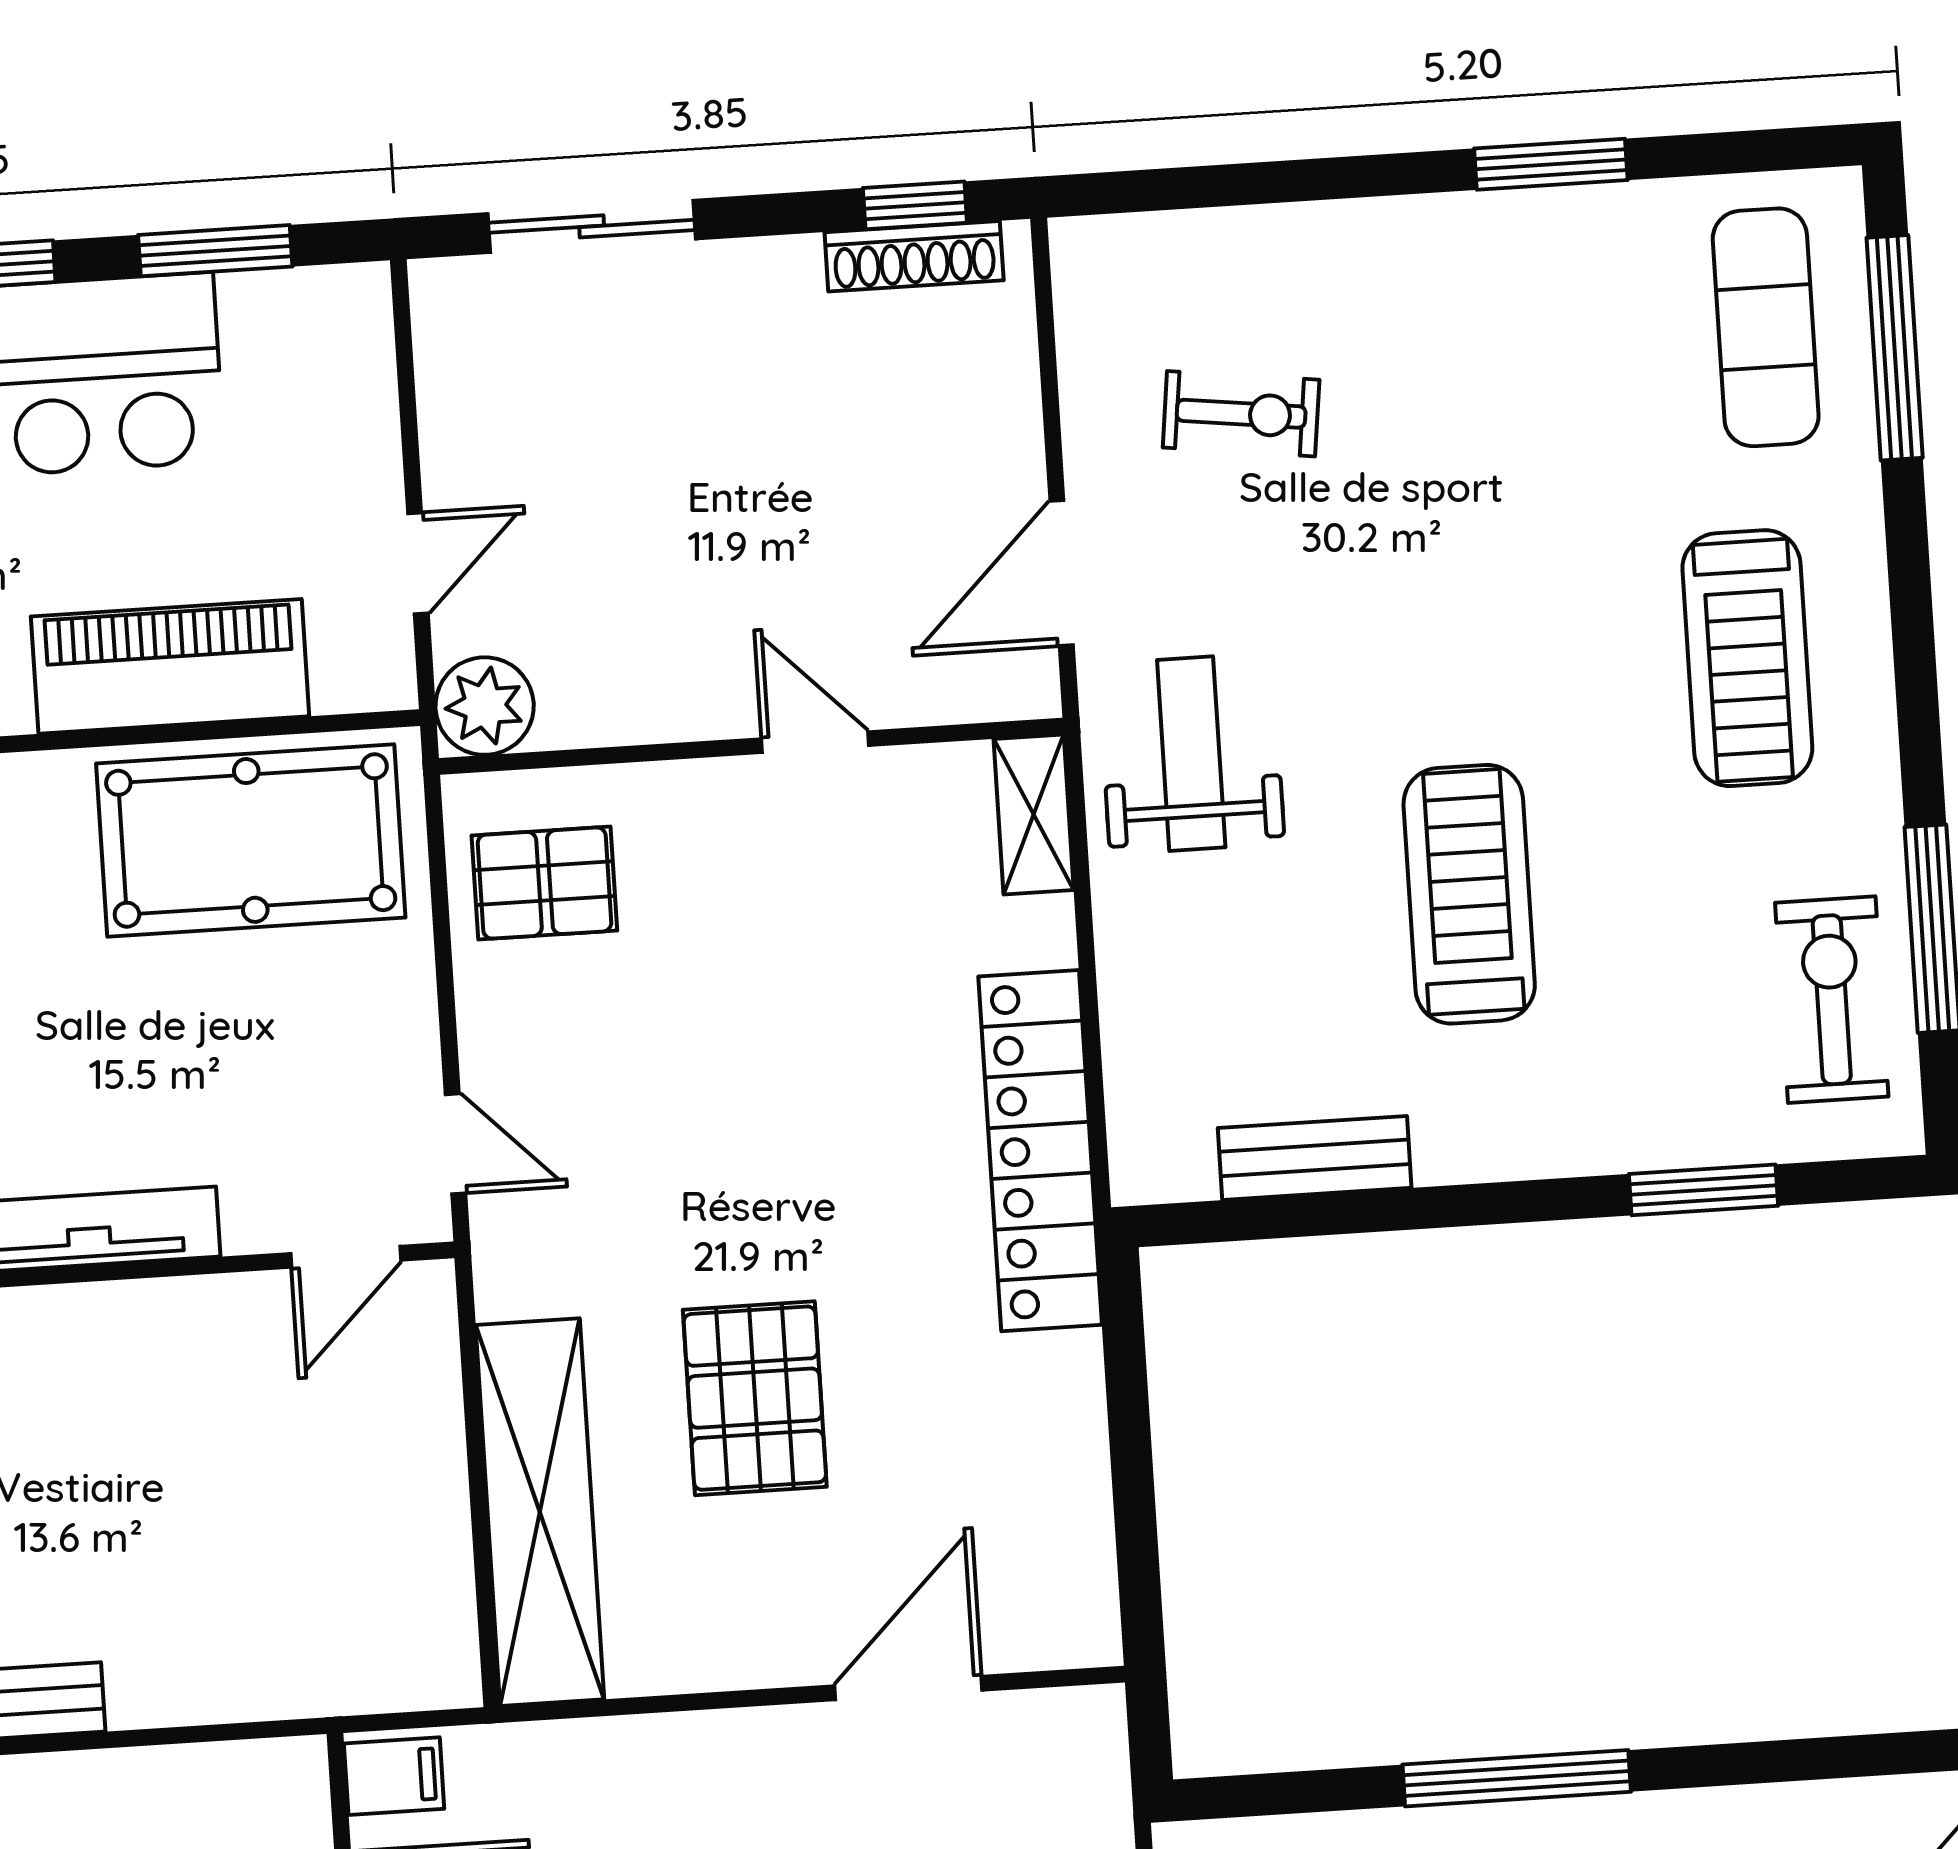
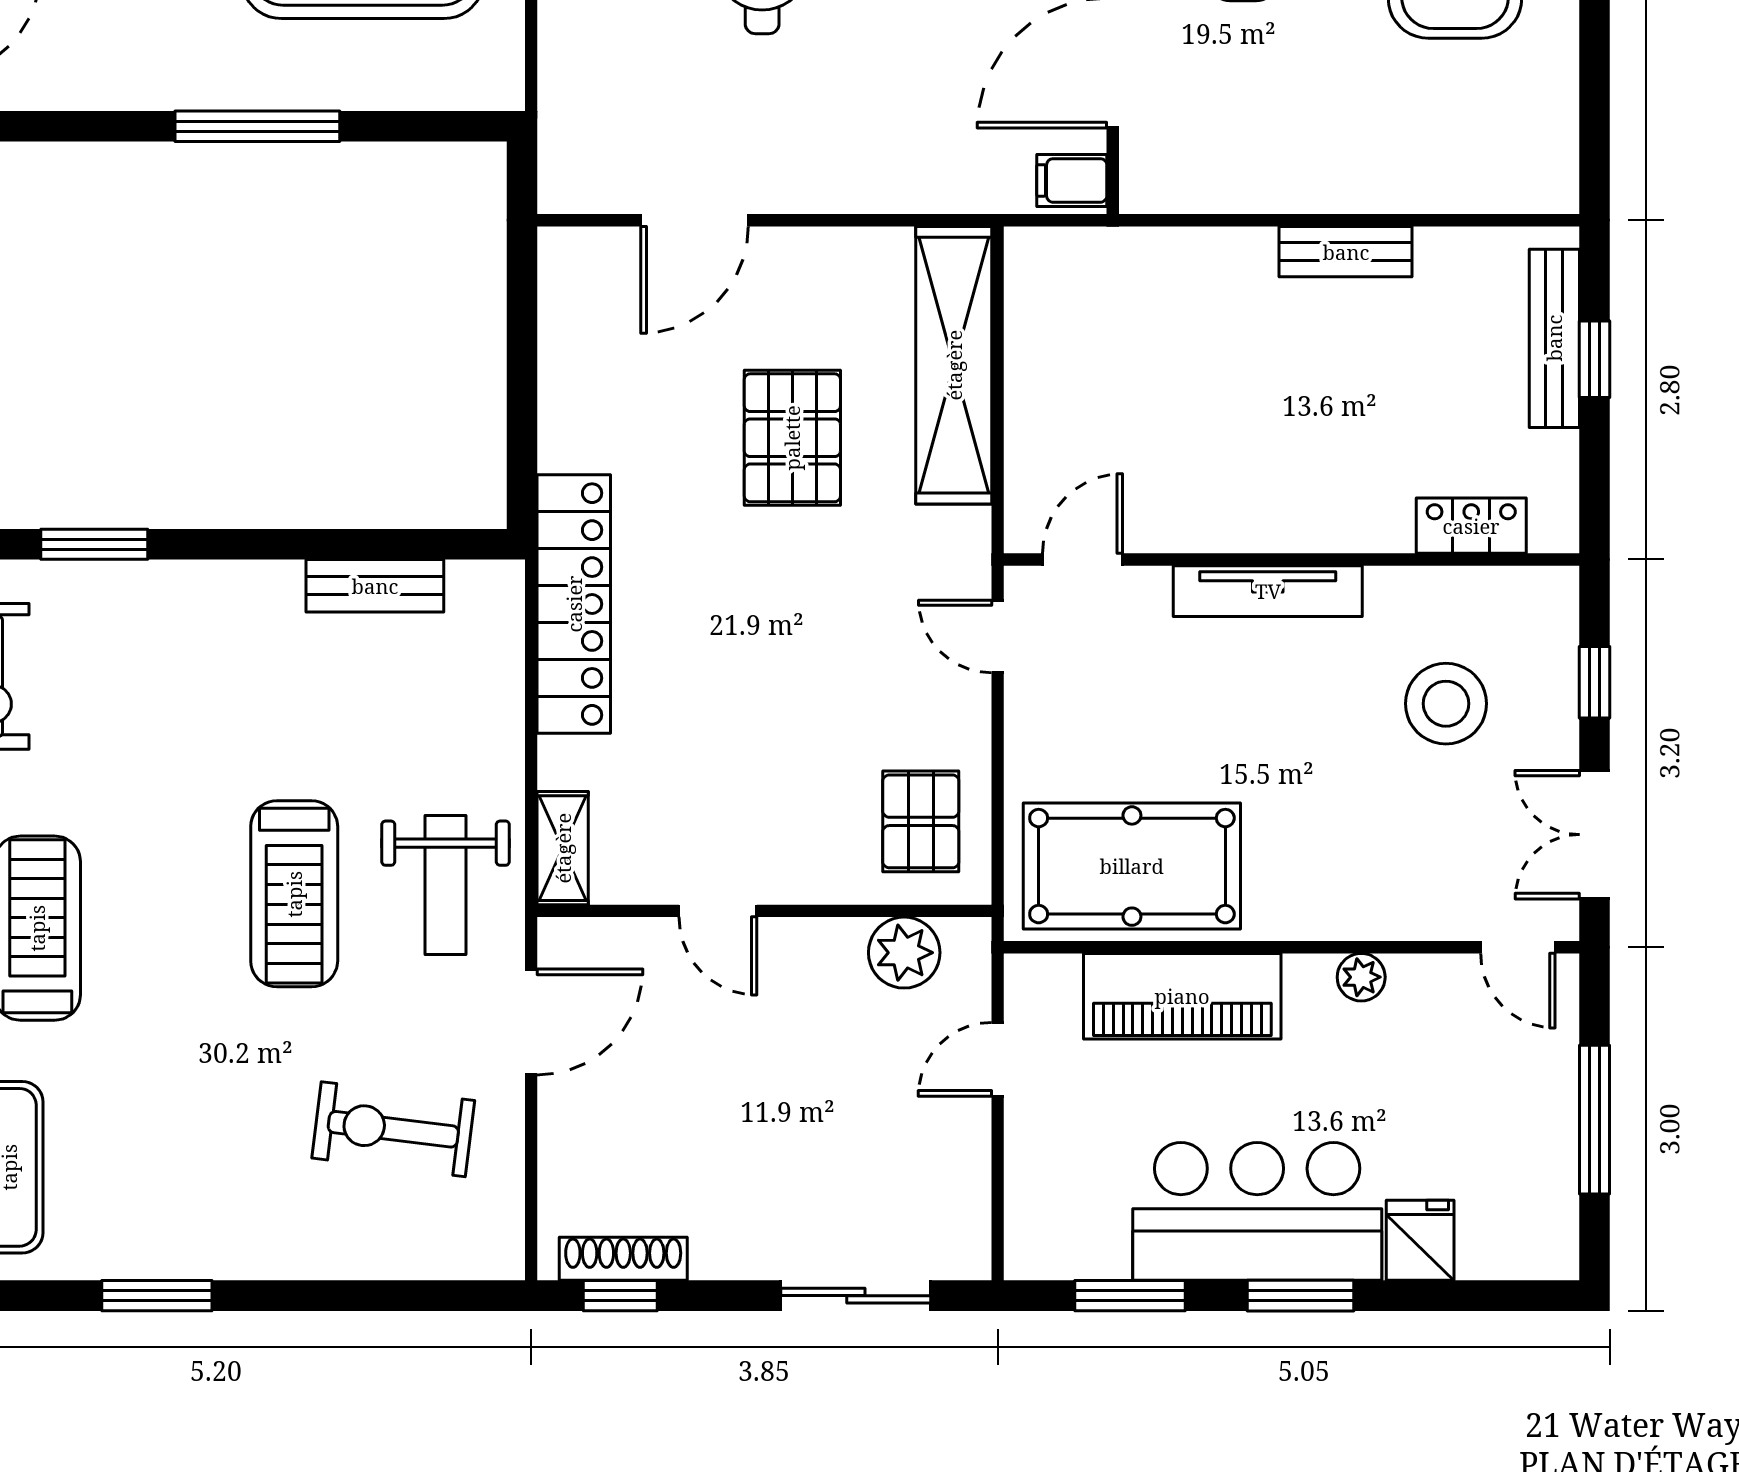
exercise bike: (1241, 414) -> (393, 1129), width x1.38, depth x1.39
plant: (485, 706) -> (904, 953), moved
pallet: (544, 883) -> (921, 821), turned 90
treadmill: (1469, 894) -> (294, 894), moved

